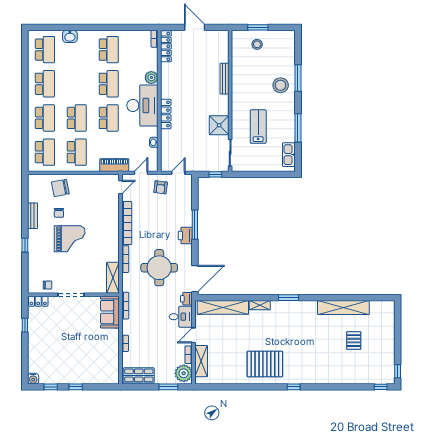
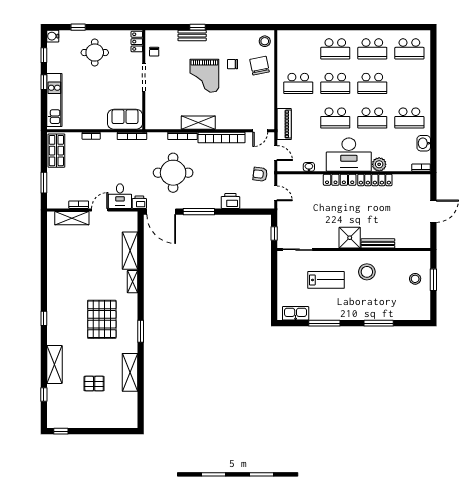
washbasin: (70, 36) -> (424, 143), moved
locker: (166, 46) -> (375, 180), moved
stool: (281, 85) -> (367, 272), moved
shower: (219, 125) -> (350, 238), moved
school desk: (45, 152) -> (372, 83), moved
stool: (38, 183) -> (265, 41), added
door: (120, 187) -> (260, 131), hinge flipped
bench: (33, 216) -> (192, 36), moved
window: (195, 225) -> (199, 212), moved
printer: (185, 236) -> (230, 201), moved
shelving: (113, 278) -> (198, 123), moved
window: (288, 298) -> (141, 331), moved
shelving: (223, 307) -> (130, 251), width x0.68
shelving: (343, 307) -> (130, 372), width x0.68
window: (25, 325) -> (78, 27), moved
door: (194, 335) -> (100, 210), hinge flipped
round table: (48, 340) -> (95, 53), added
pallet: (265, 364) -> (102, 319), moved
plant: (184, 373) -> (59, 199), removed
kitchen unit: (92, 377) -> (54, 100), added
shelving: (336, 377) -> (54, 364), added
window: (381, 387) -> (44, 394), moved

